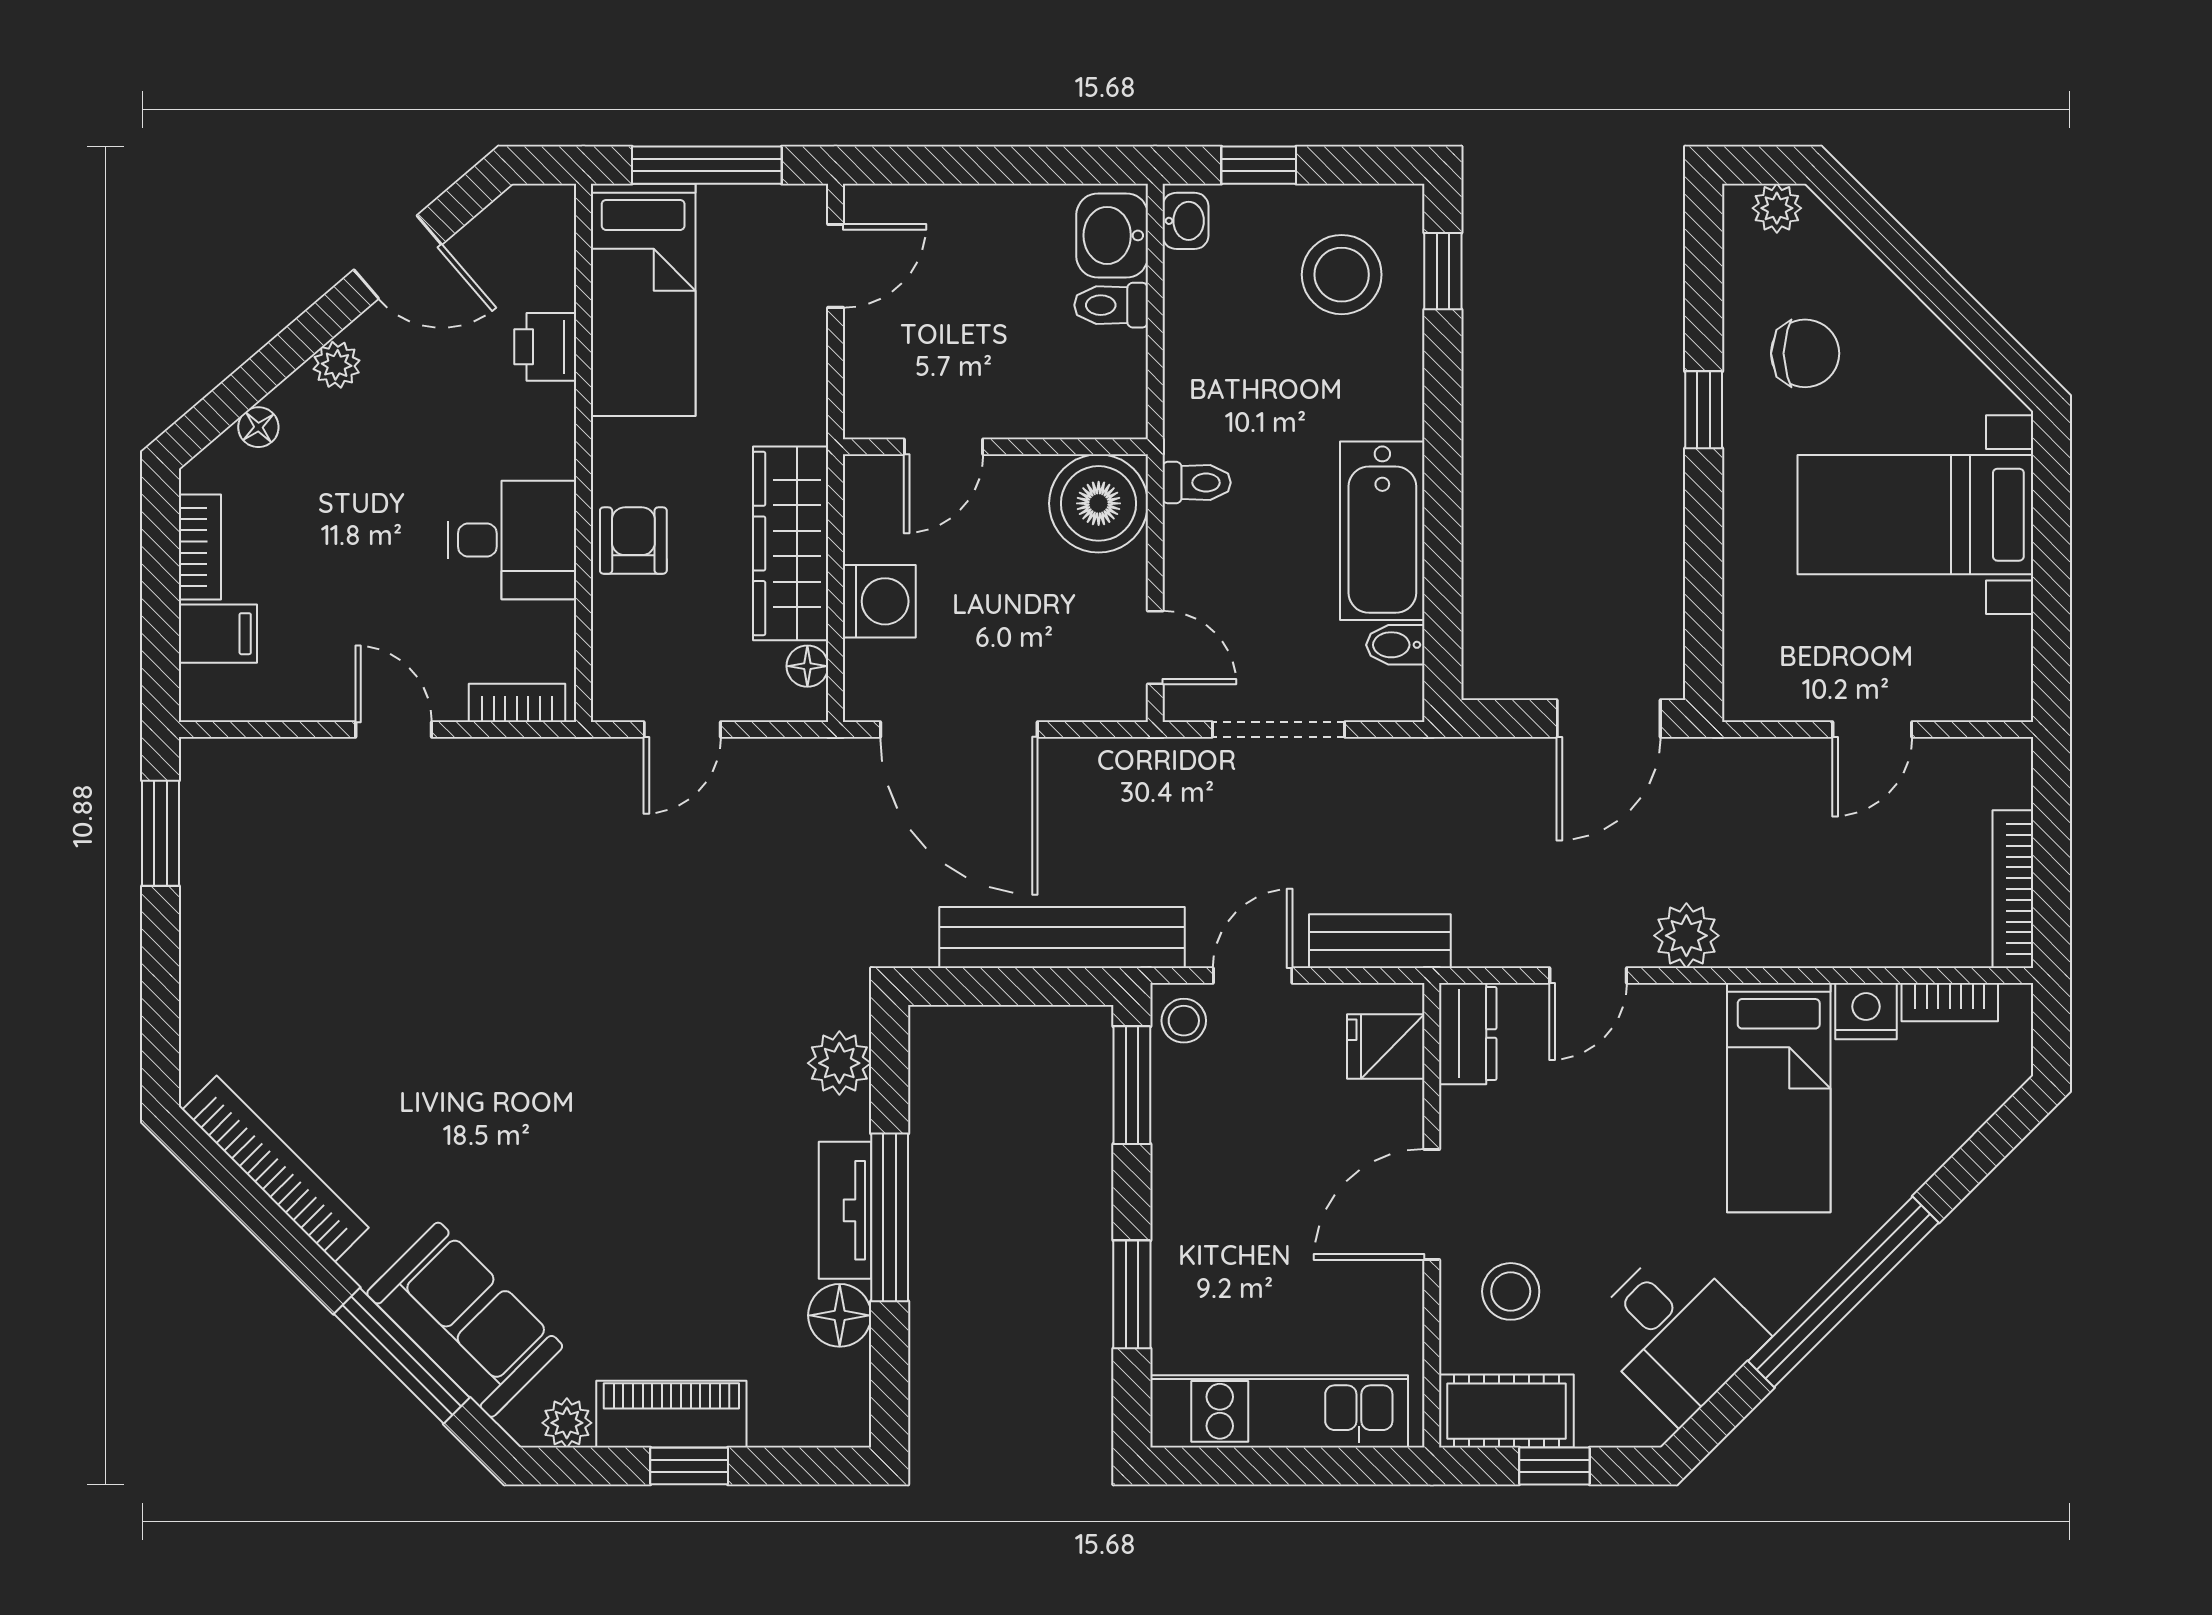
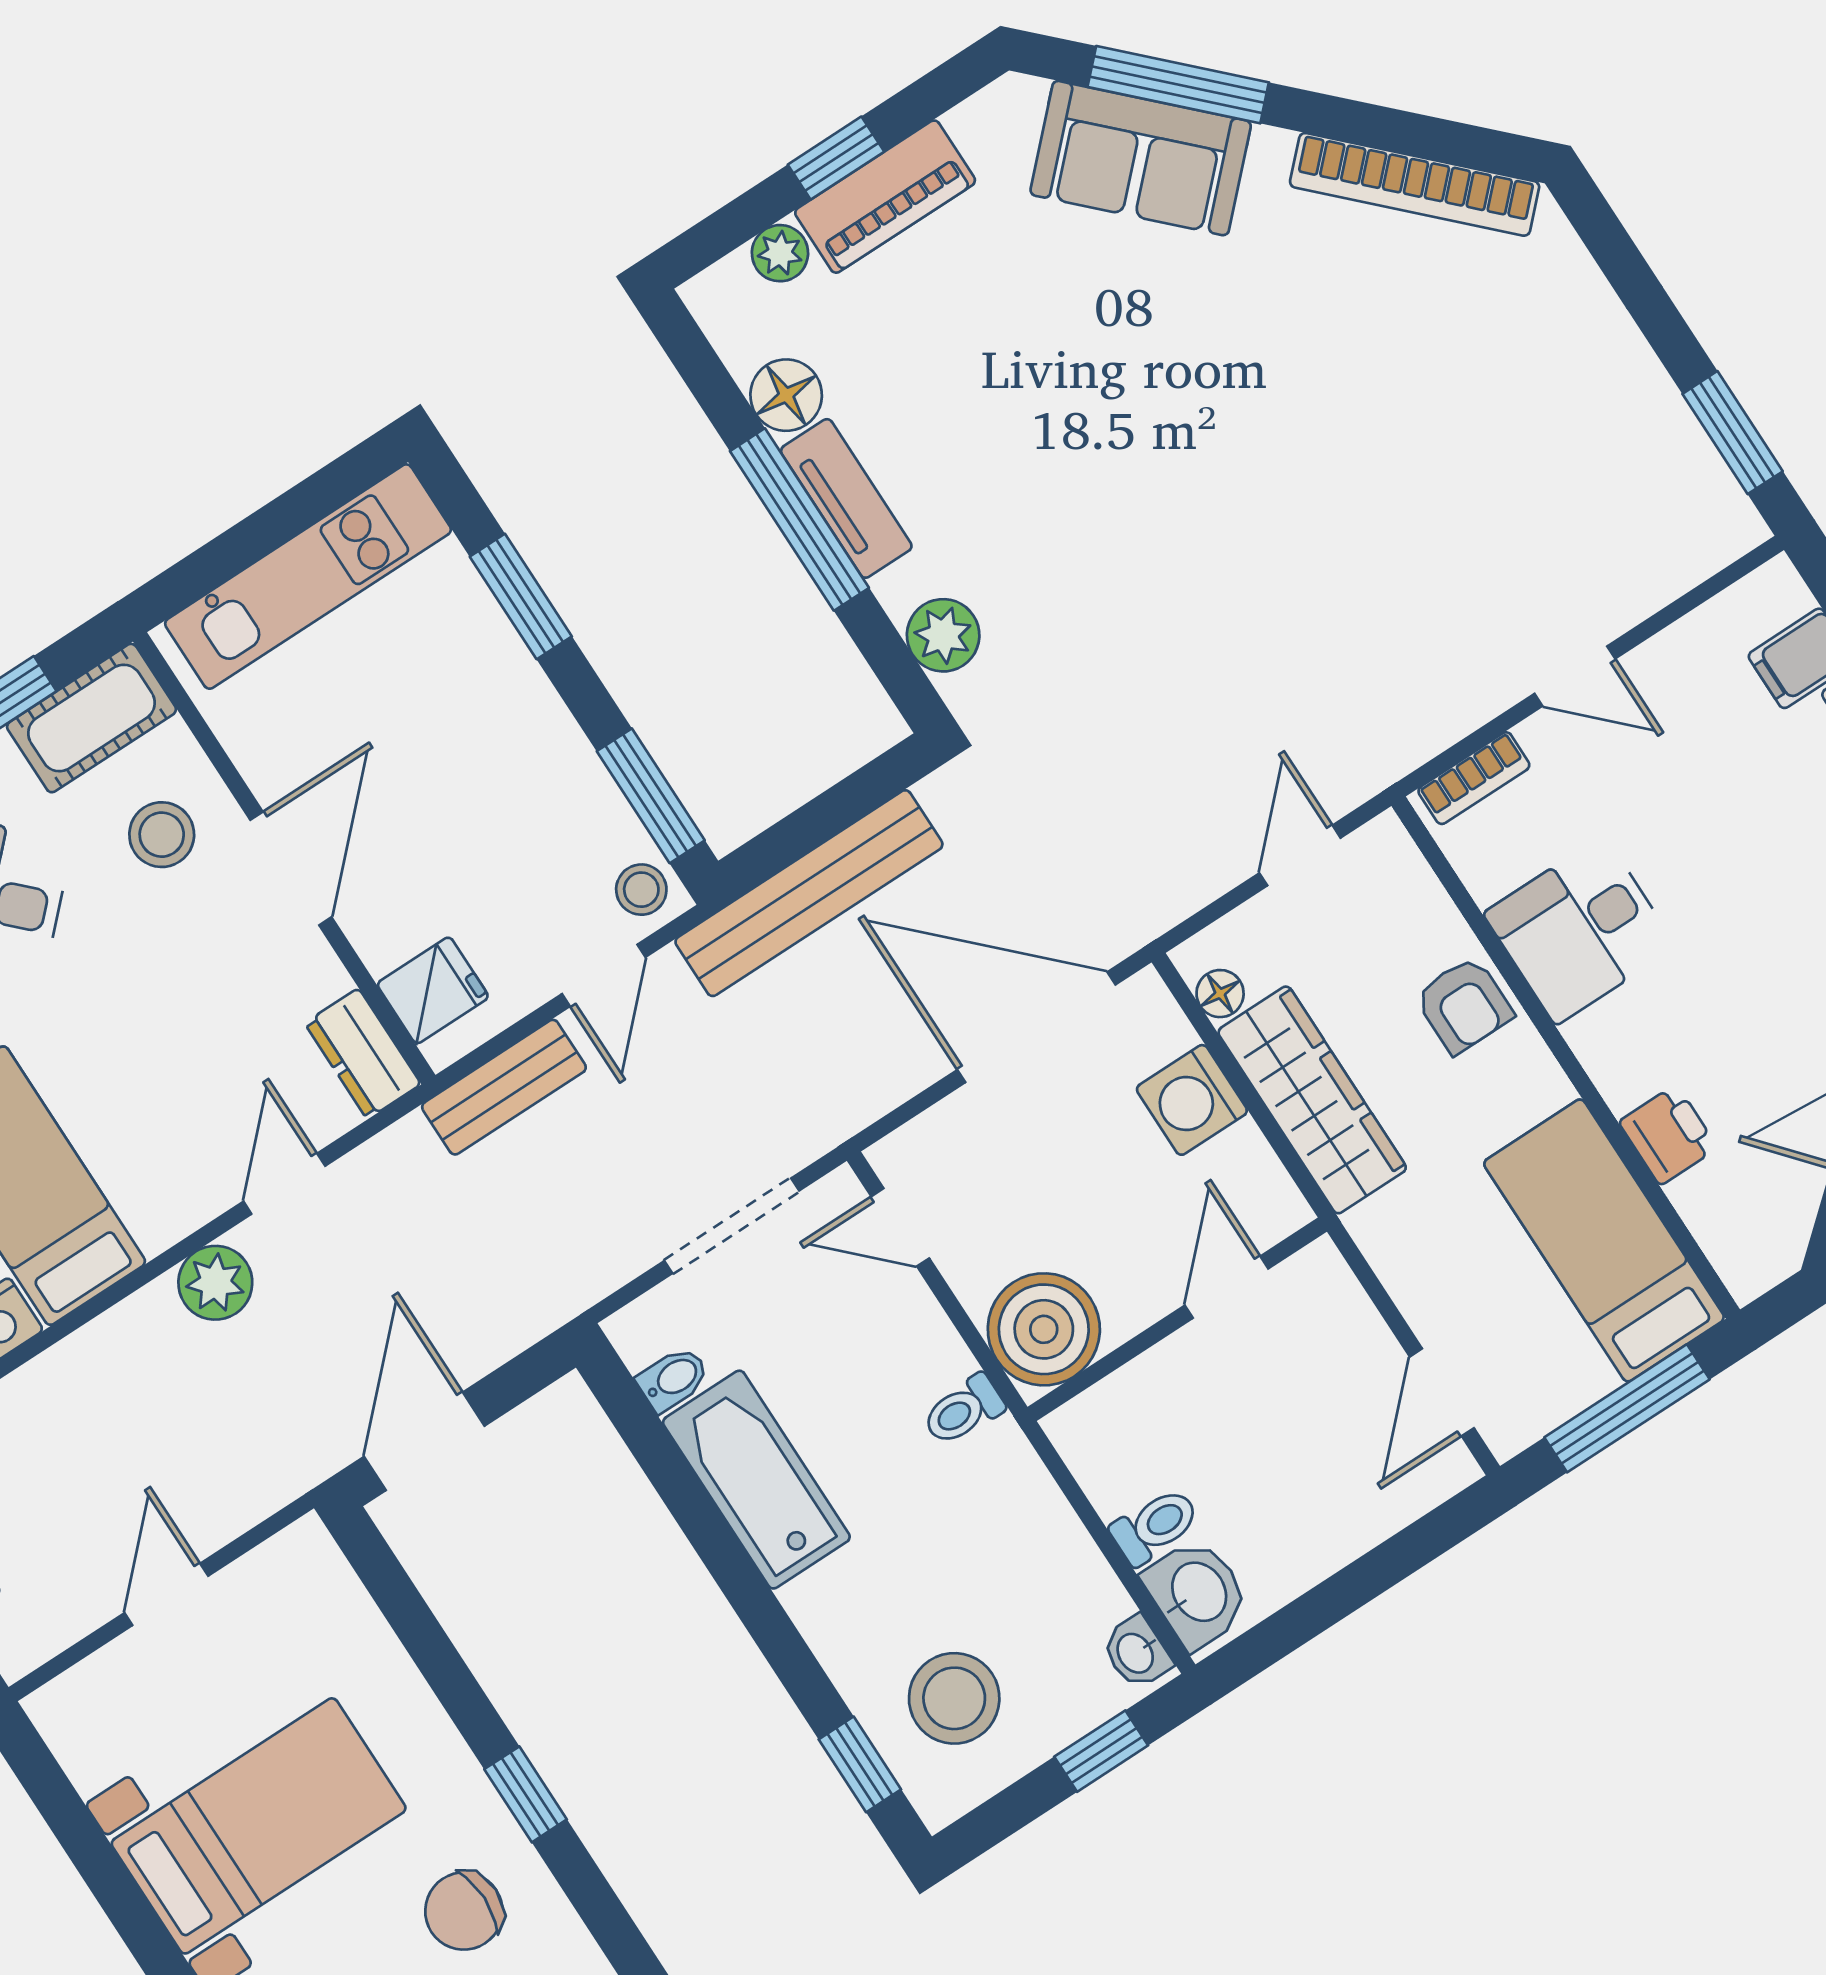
plant: (567, 1423) -> (780, 253), moved

